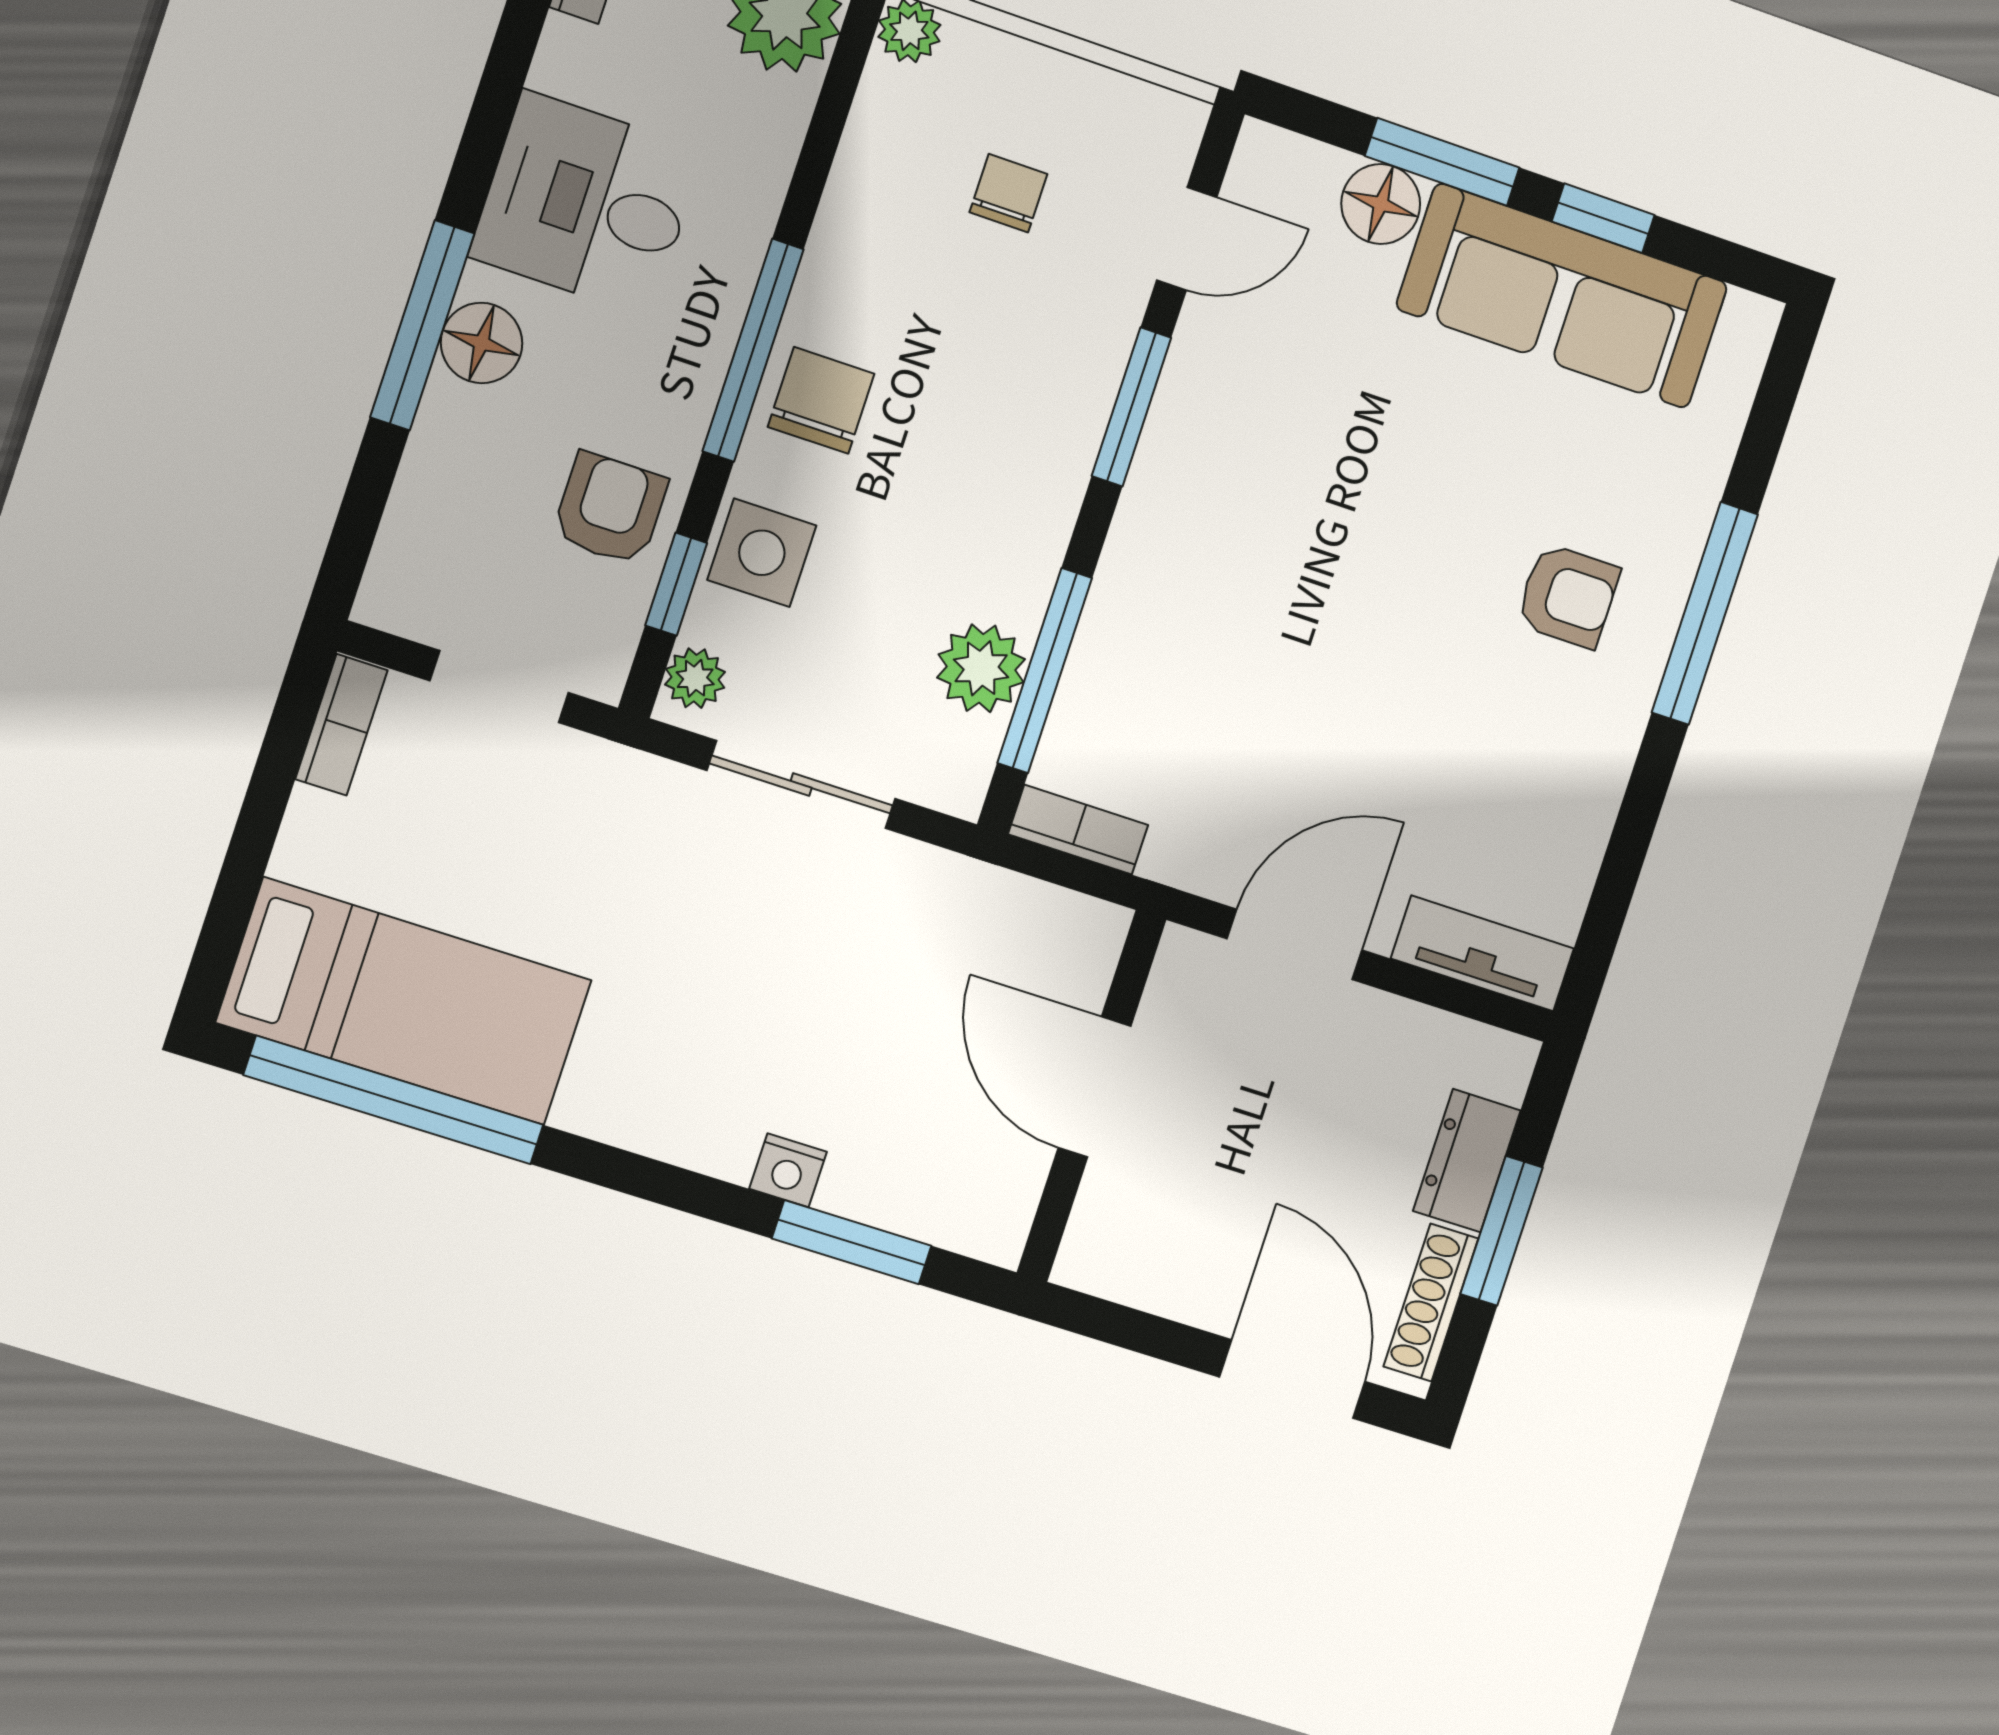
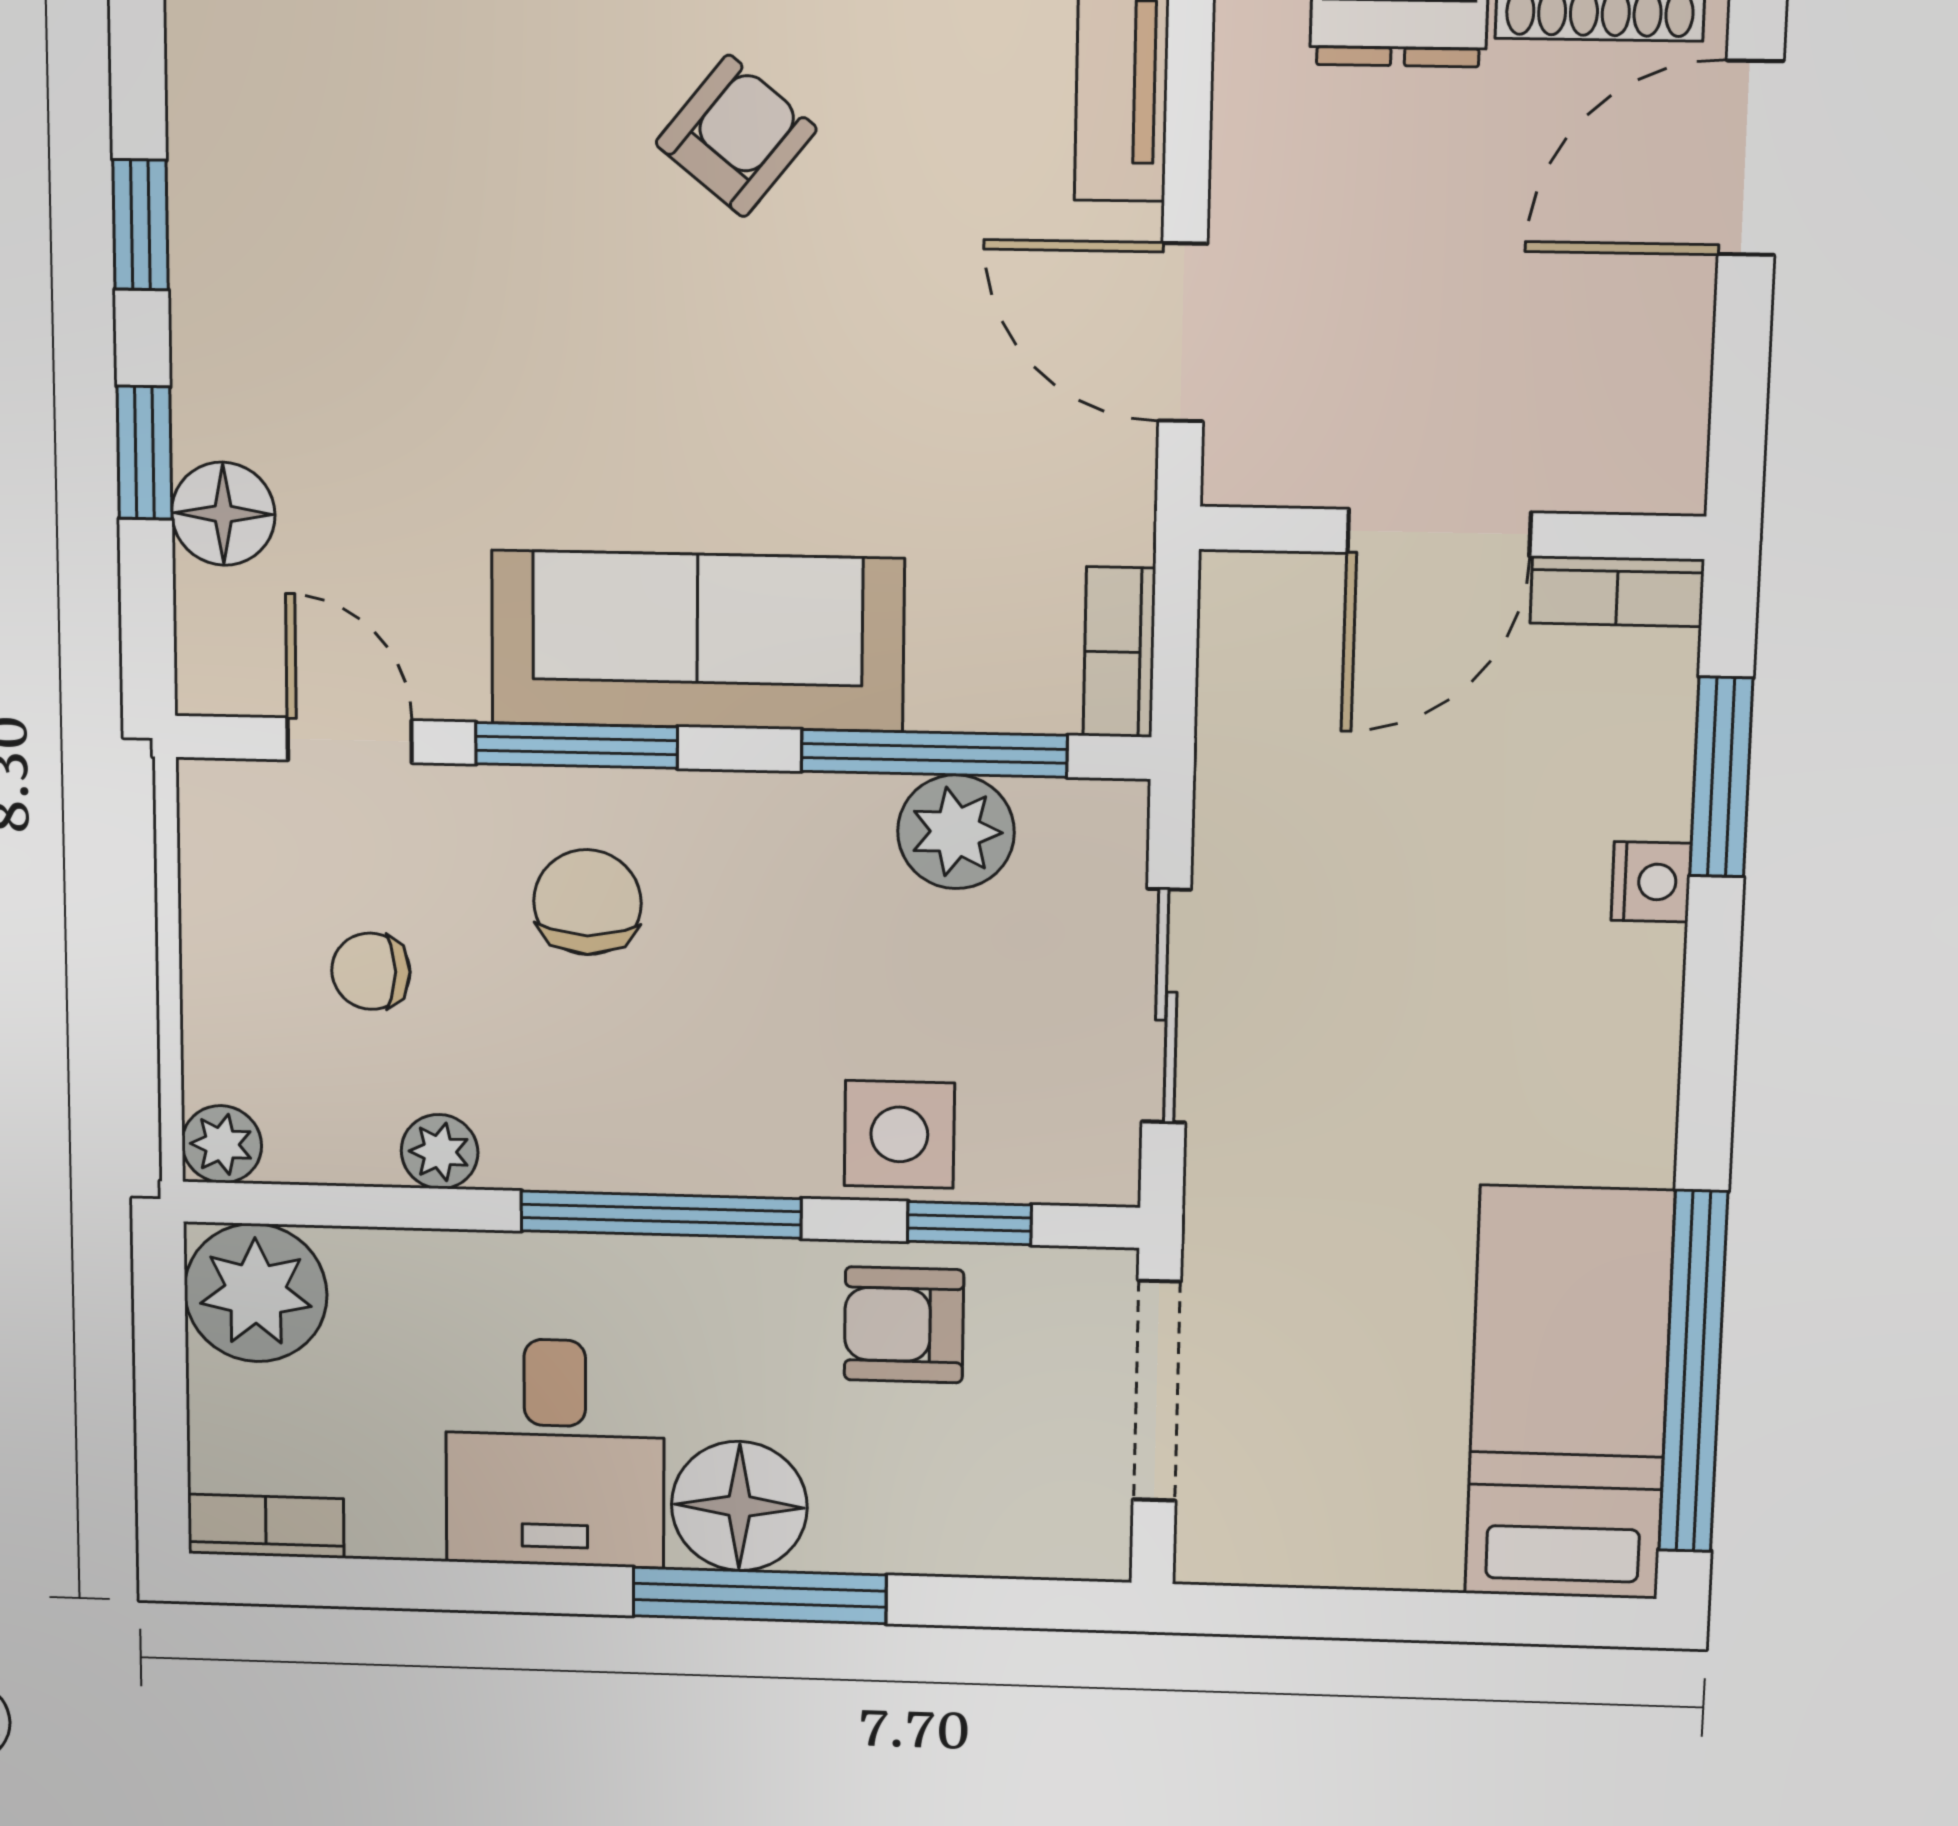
window: (1442, 162) -> (144, 453), width x0.67
sofa: (1562, 296) -> (697, 641), moved, turned -90
floor lamp: (481, 343) -> (739, 1506), width x1.38, depth x1.38
chair: (821, 400) -> (587, 902), moved, turned 90
armchair: (1568, 596) -> (736, 136), moved, turned 39
plant: (695, 678) -> (440, 1152), moved
doorway: (499, 687) -> (1157, 1391), width x1.38
bookcase: (341, 725) -> (1617, 591), moved, turned 180

